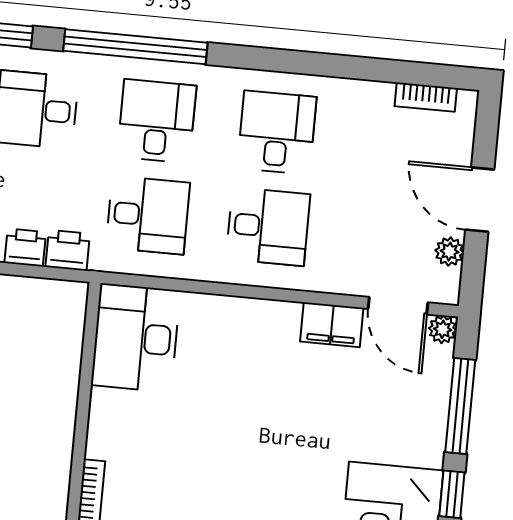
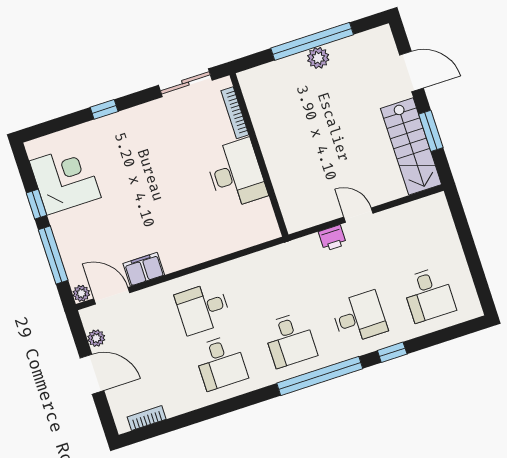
desk: (148, 215) -> (272, 286), removed
printer: (68, 250) -> (308, 247), removed
desk: (136, 338) -> (236, 174), moved

